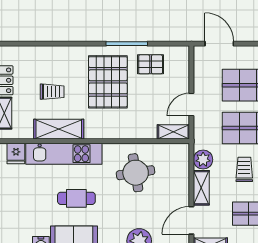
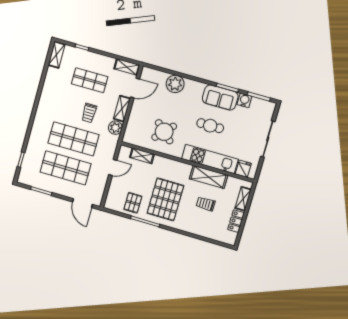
pallet: (151, 64) -> (133, 203), turned 90
shelving: (173, 132) -> (142, 156), moved
round table: (136, 173) -> (164, 132), turned -38

